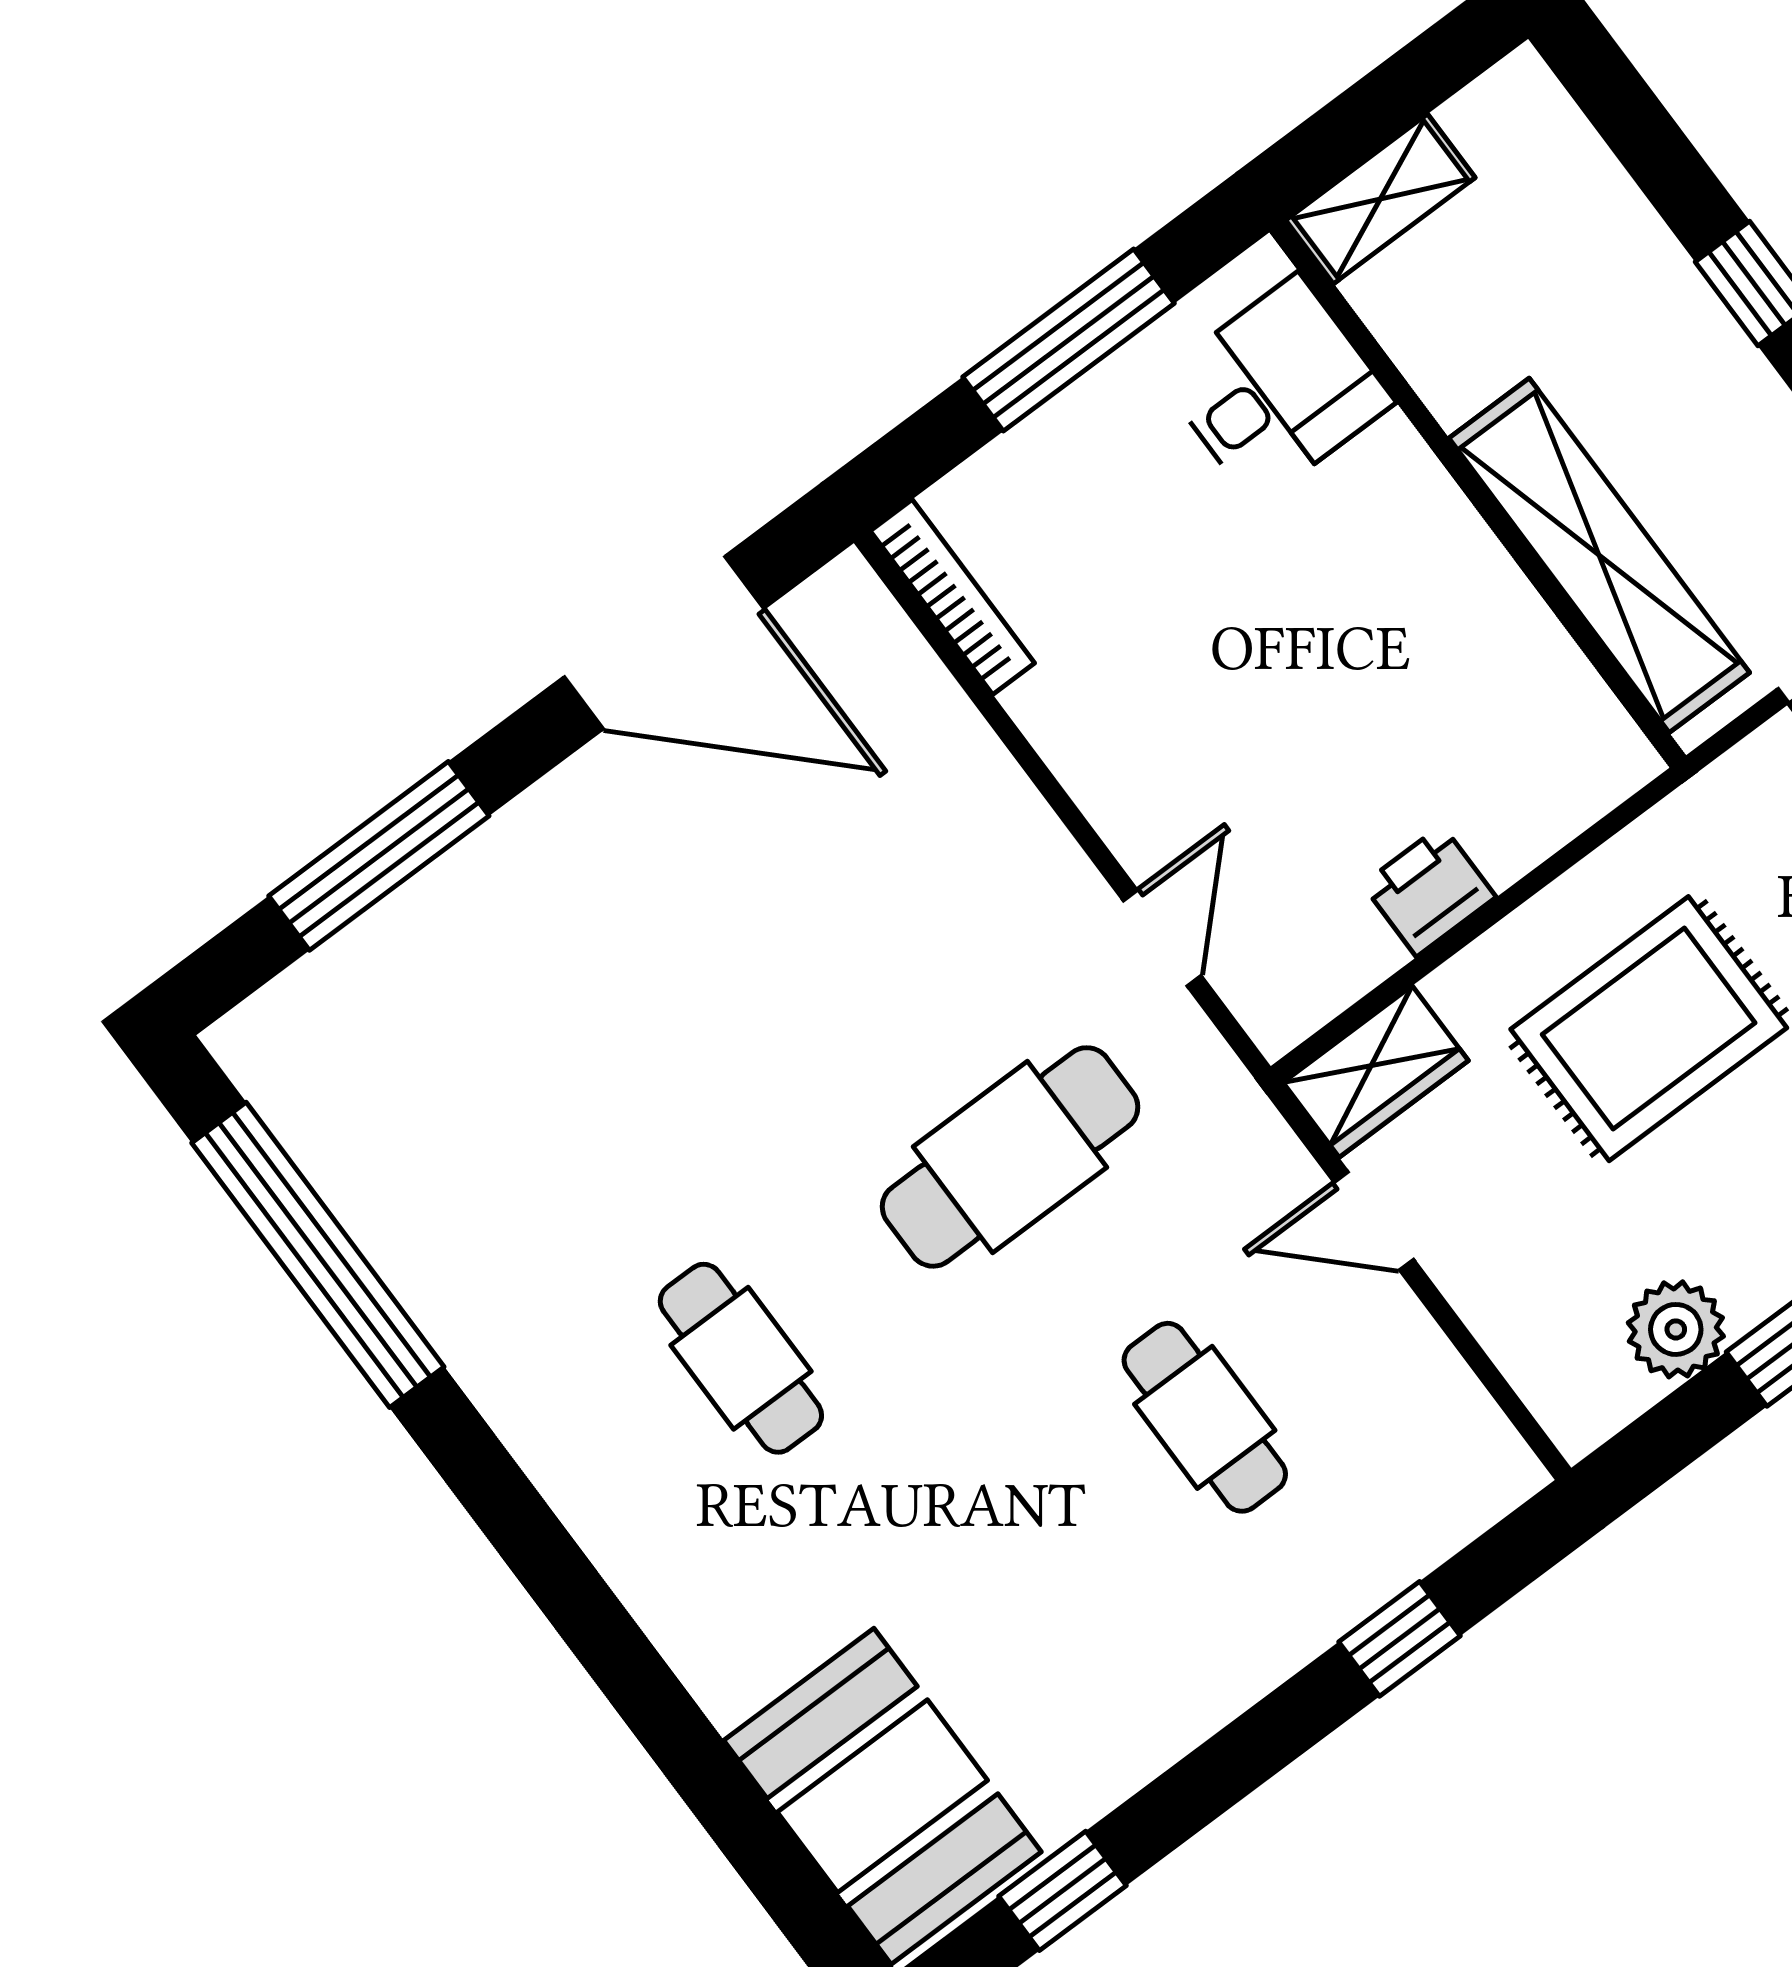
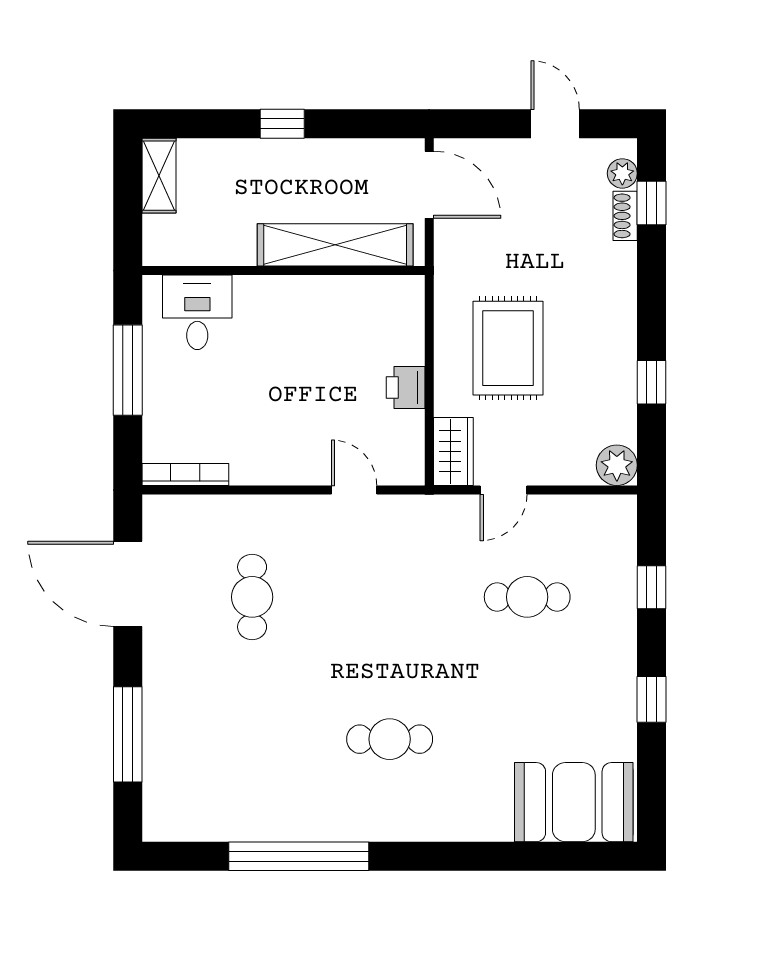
shelving: (1380, 199) -> (159, 176), moved
door: (664, 643) -> (128, 584), swing flipped
cafe table: (1010, 1157) -> (252, 597), moved, width x0.73, depth x0.74
window: (318, 1255) -> (299, 856), moved
plant: (1676, 1329) -> (617, 465), moved
window: (1062, 1891) -> (652, 699), moved

